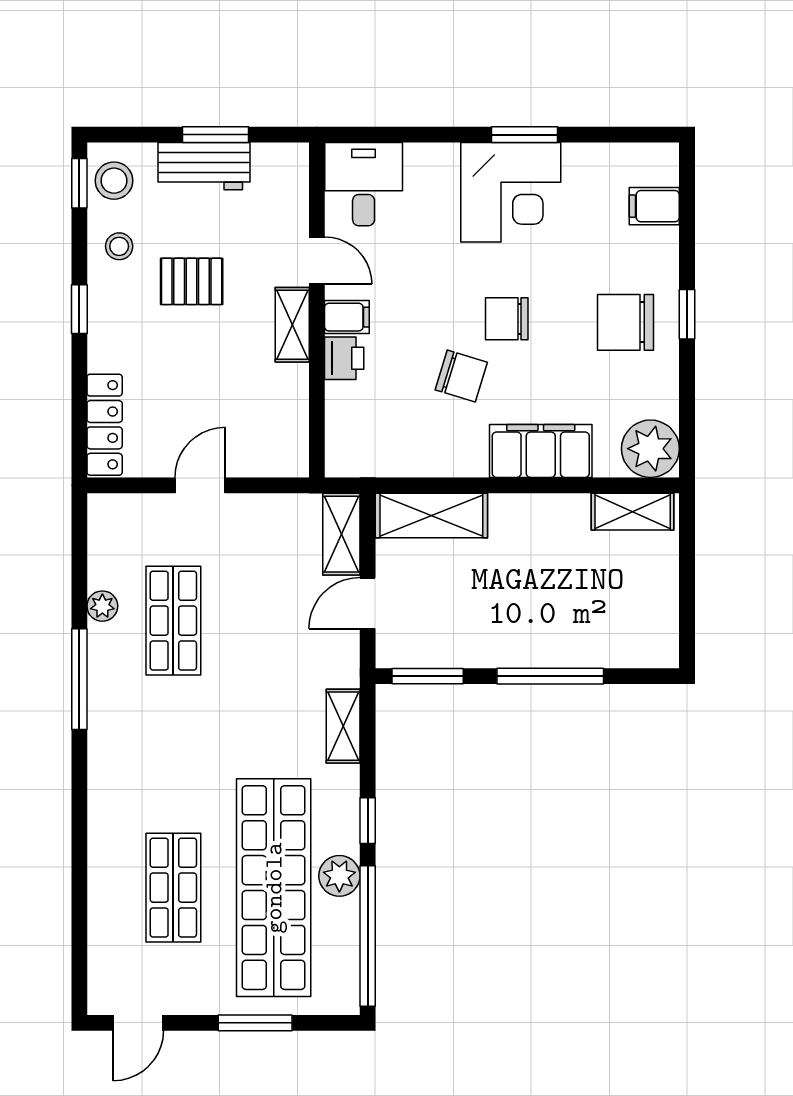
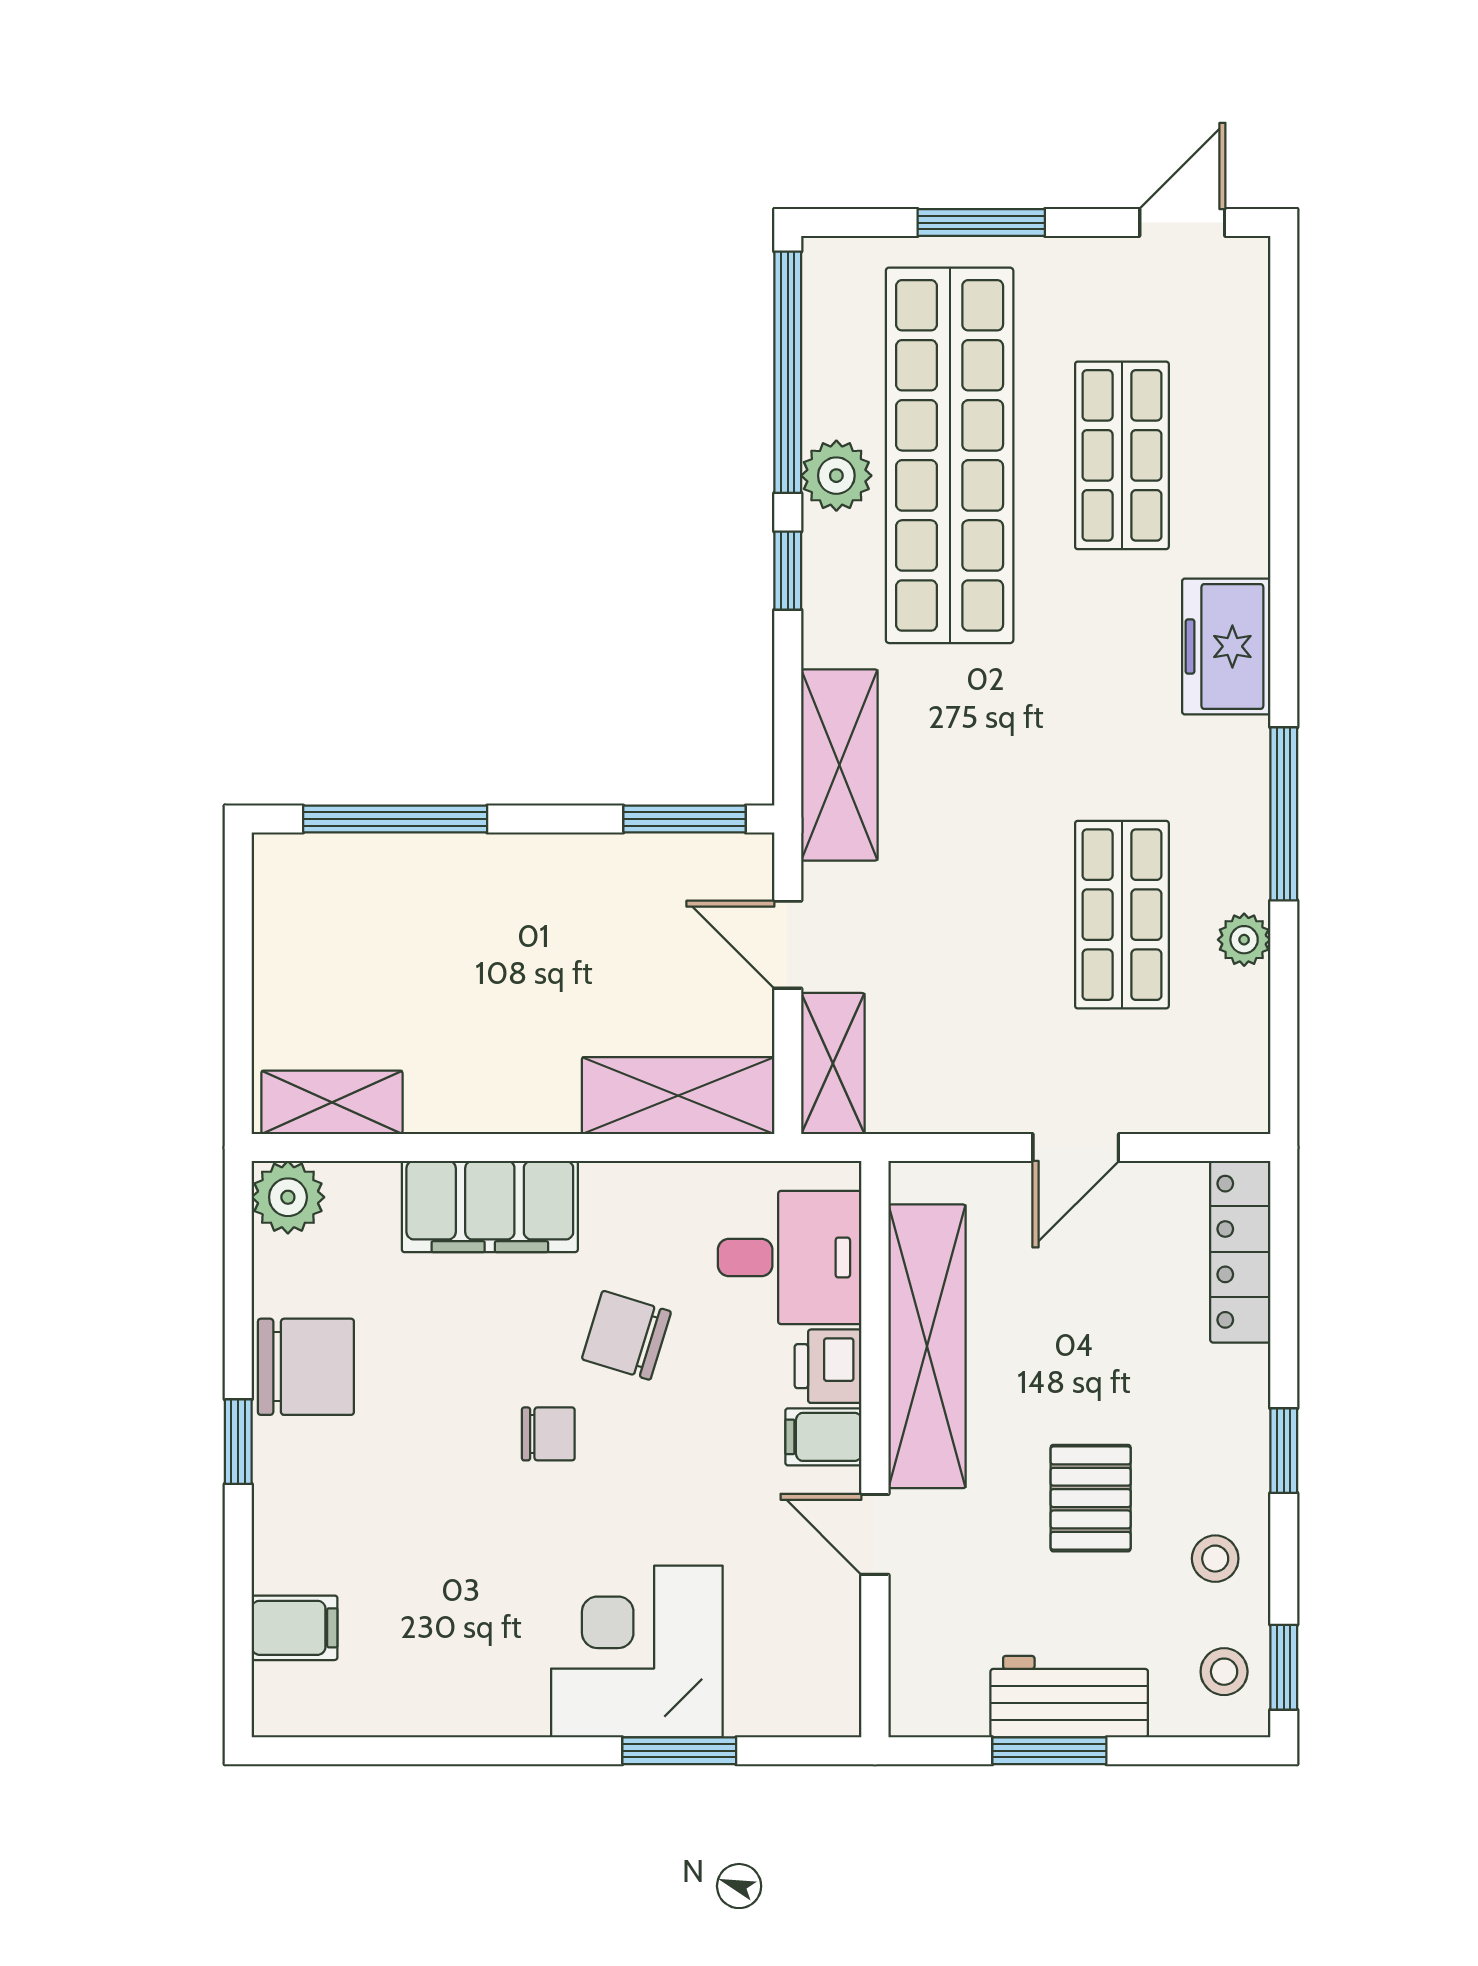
window: (524, 135) -> (679, 1751), moved
stool: (114, 181) -> (1224, 1672), width x0.73, depth x0.73
desk: (364, 184) -> (790, 1257), moved, turned -90
corner desk: (511, 192) -> (637, 1651), moved
pallet: (192, 281) -> (1091, 1498), turned 90
chair: (507, 319) -> (548, 1434), width x0.73, depth x0.73
chair: (625, 322) -> (306, 1367), moved
shelving: (292, 325) -> (927, 1346), width x2.20, depth x1.33
plant: (650, 449) -> (288, 1197), width x0.73, depth x0.73
door: (368, 603) -> (788, 945), swing flipped
window: (550, 676) -> (395, 819), moved
shelving: (343, 726) -> (839, 765), width x1.50, depth x1.33
freezer: (113, 776) -> (1226, 646), added

